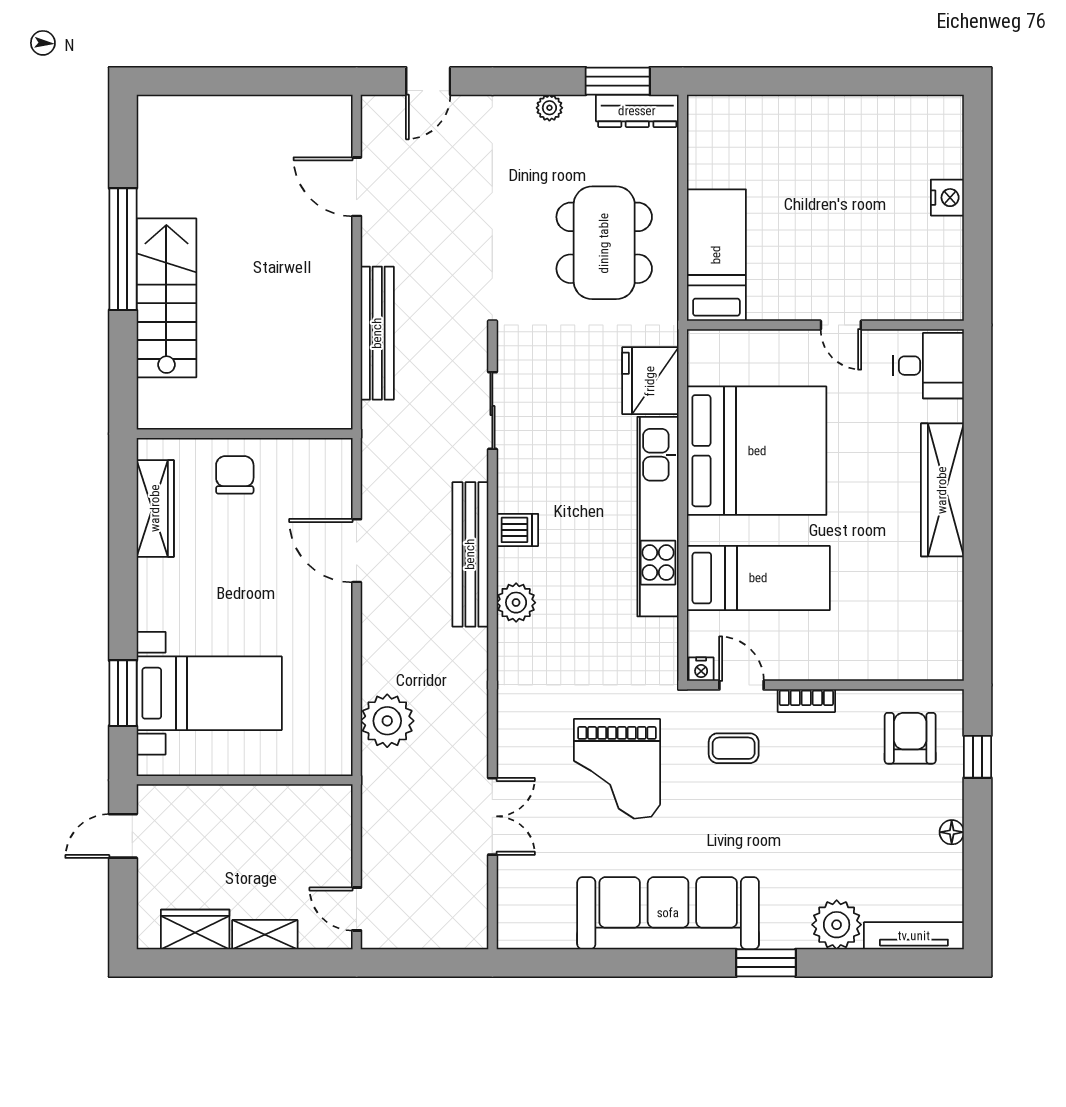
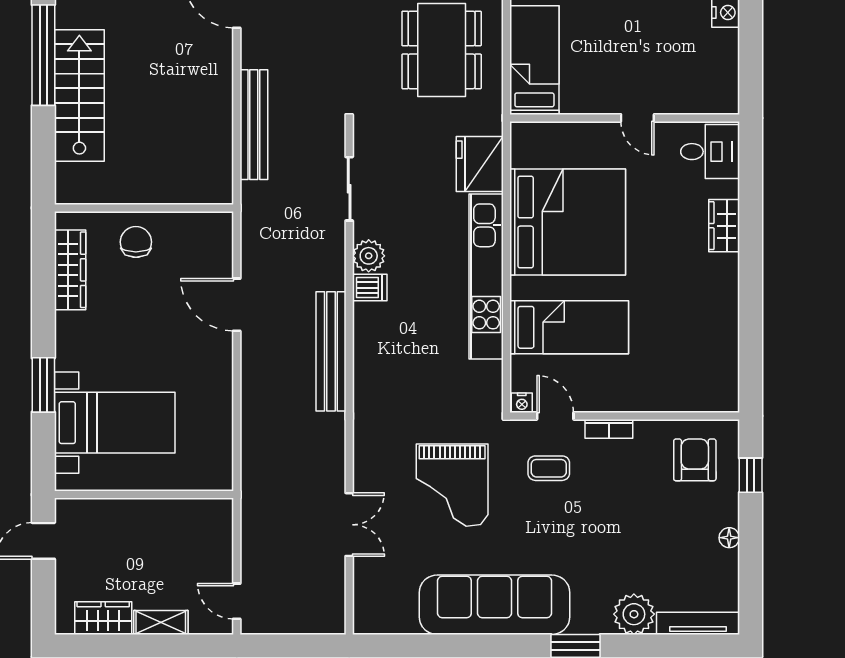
wardrobe: (942, 490) -> (724, 226), width x0.48, depth x0.85
bench: (470, 554) -> (331, 351), moved
plant: (516, 603) -> (369, 256), moved
window: (123, 693) -> (43, 385), moved
plant: (387, 721) -> (262, 445), removed

